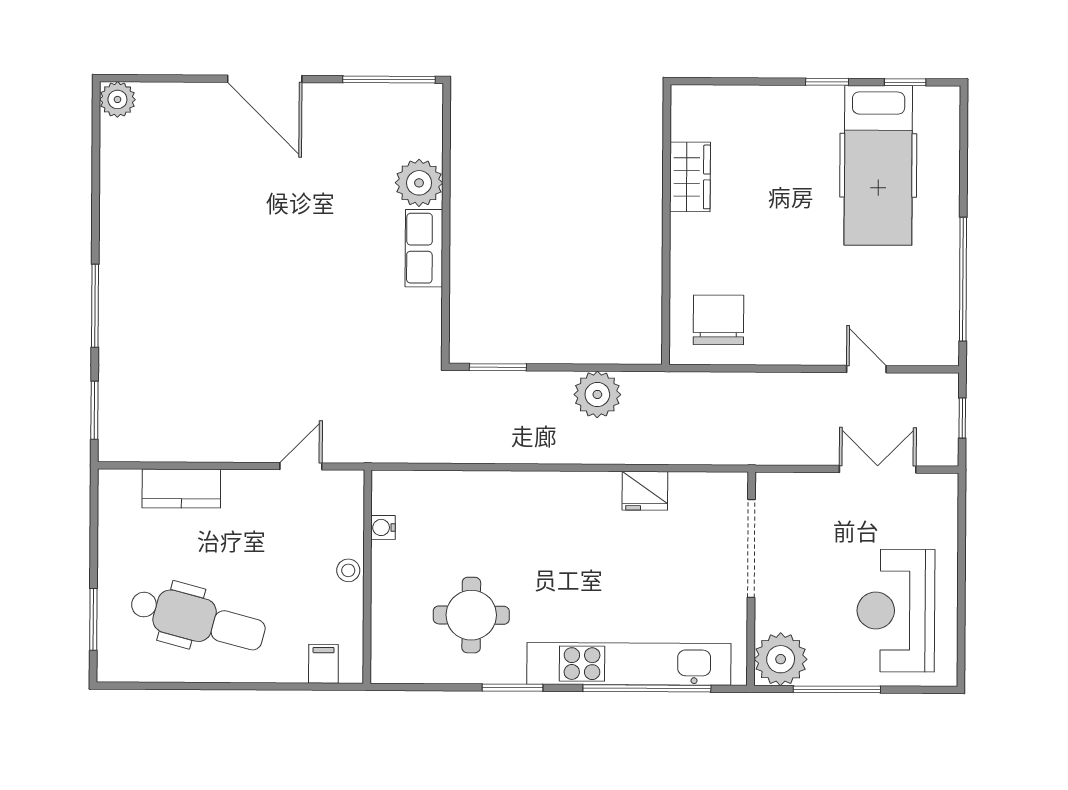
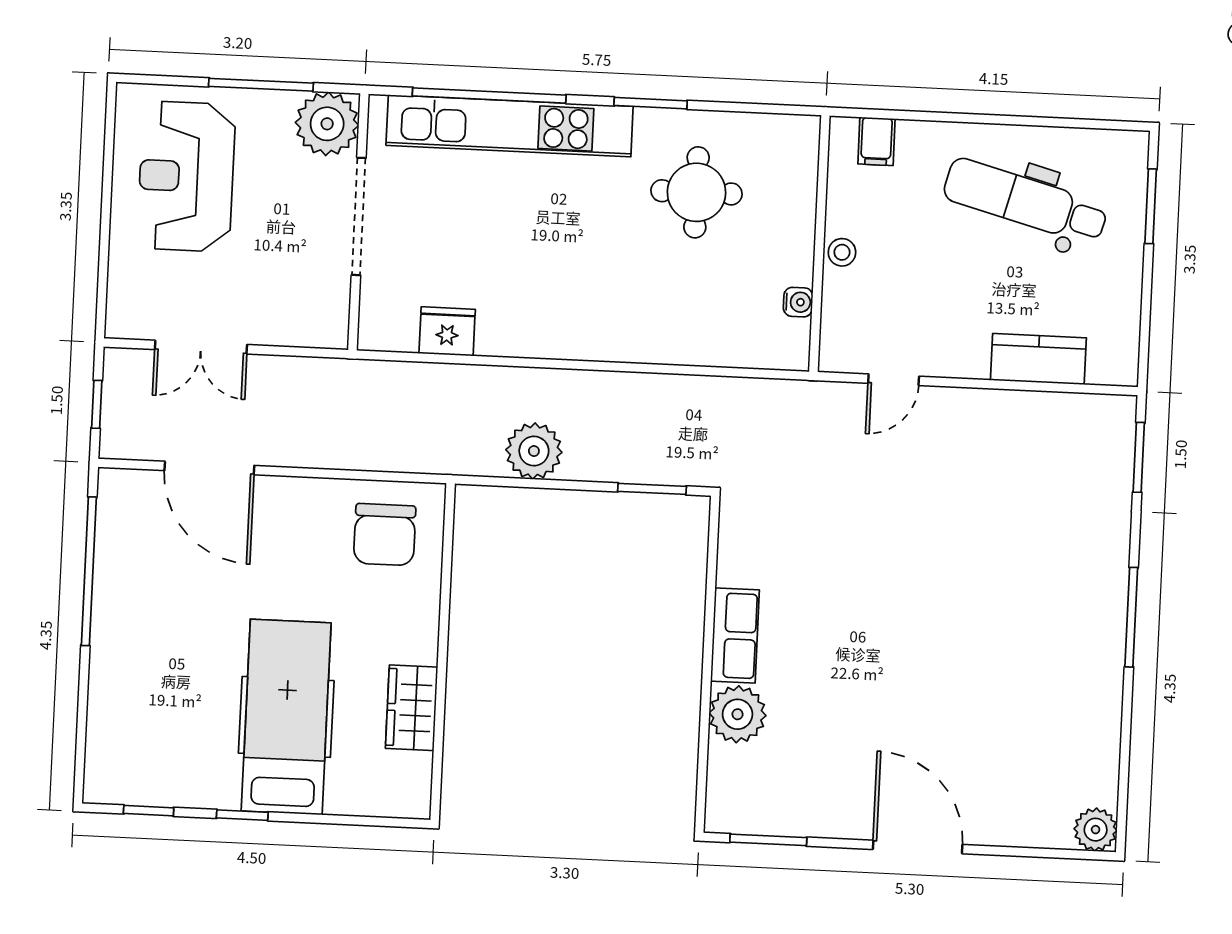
window: (389, 80) -> (768, 840), width x0.69
hospital bed: (878, 165) -> (286, 717), moved
window: (95, 306) -> (1131, 617), moved
door: (866, 369) -> (209, 468), width x1.87
fridge: (645, 491) -> (447, 331), moved
doorway: (751, 548) -> (359, 216), moved
reception desk: (896, 611) -> (186, 176), turned 180

